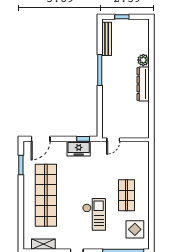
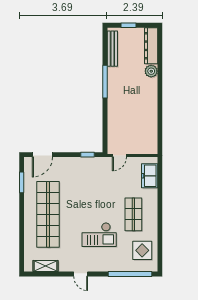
dresser: (143, 84) -> (151, 46), moved
freezer: (79, 149) -> (150, 176), moved, turned 90
checkout: (94, 214) -> (99, 235), turned 90

